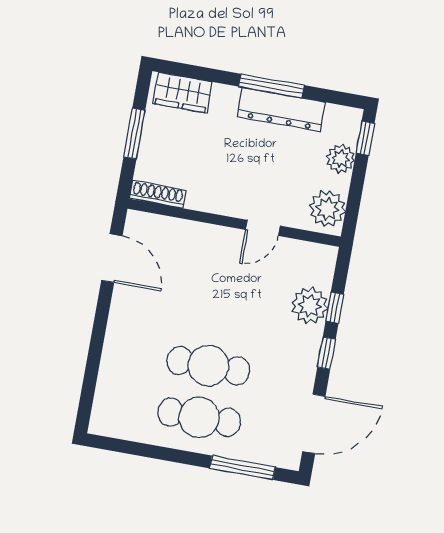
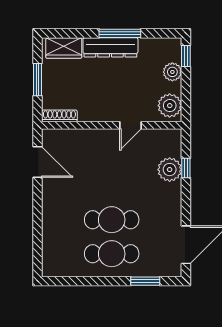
dresser: (281, 109) -> (110, 47), moved
window: (327, 353) -> (186, 198), removed
window: (242, 468) -> (145, 281), width x0.69

